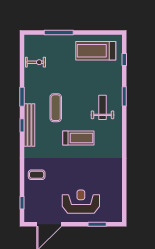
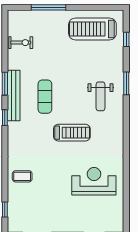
weight bench: (103, 107) -> (101, 96), turned 180
bench: (29, 125) -> (14, 96), moved
reception desk: (81, 202) -> (94, 181), moved

